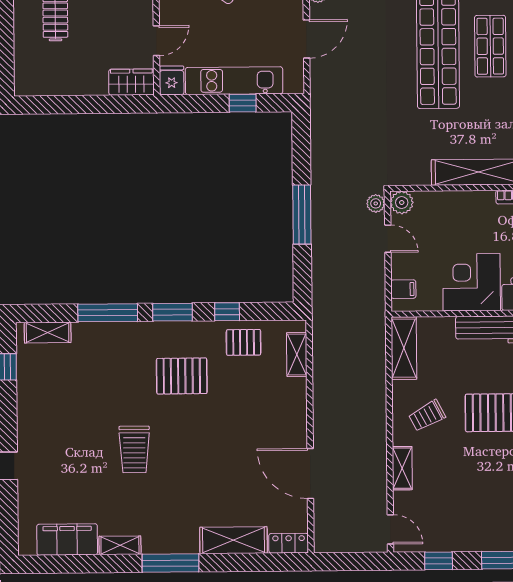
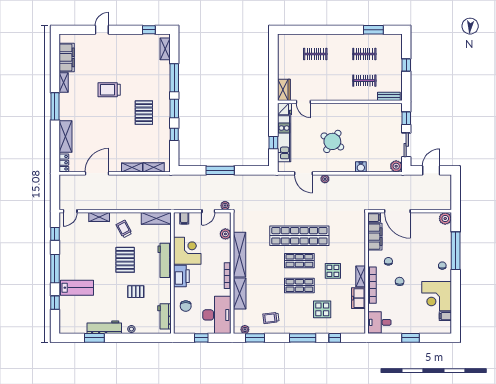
plant: (402, 203) -> (225, 234), moved
pallet: (244, 342) -> (160, 142), removed
shelving: (297, 400) -> (132, 167), added

